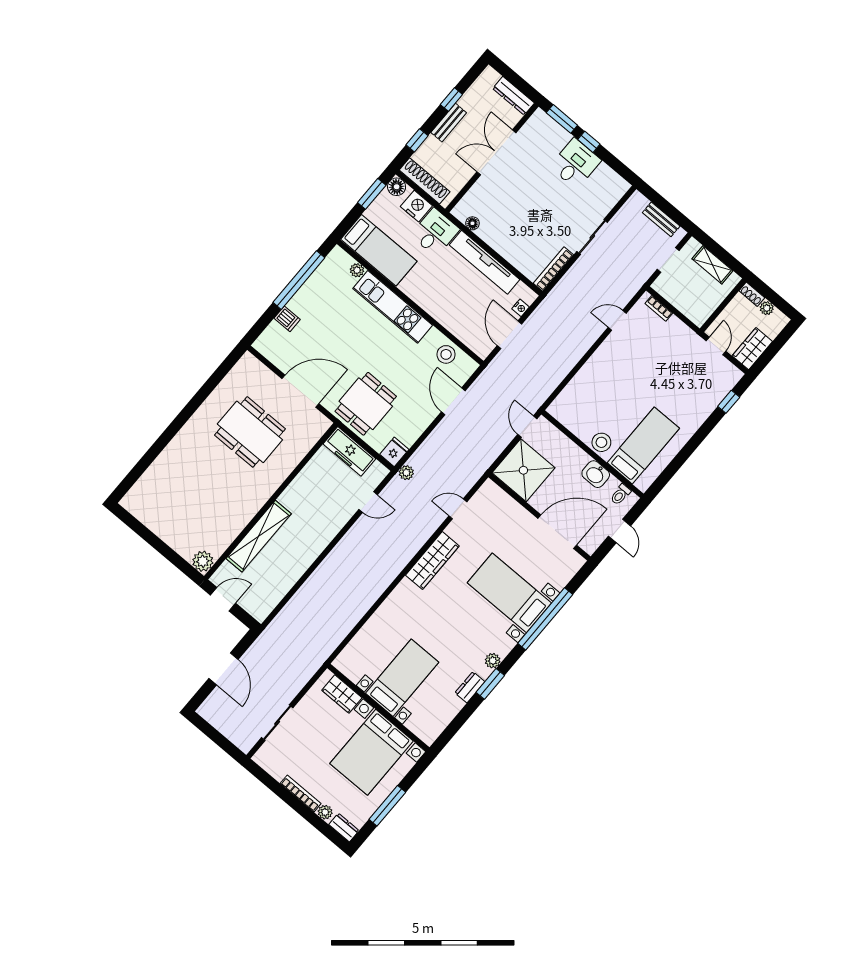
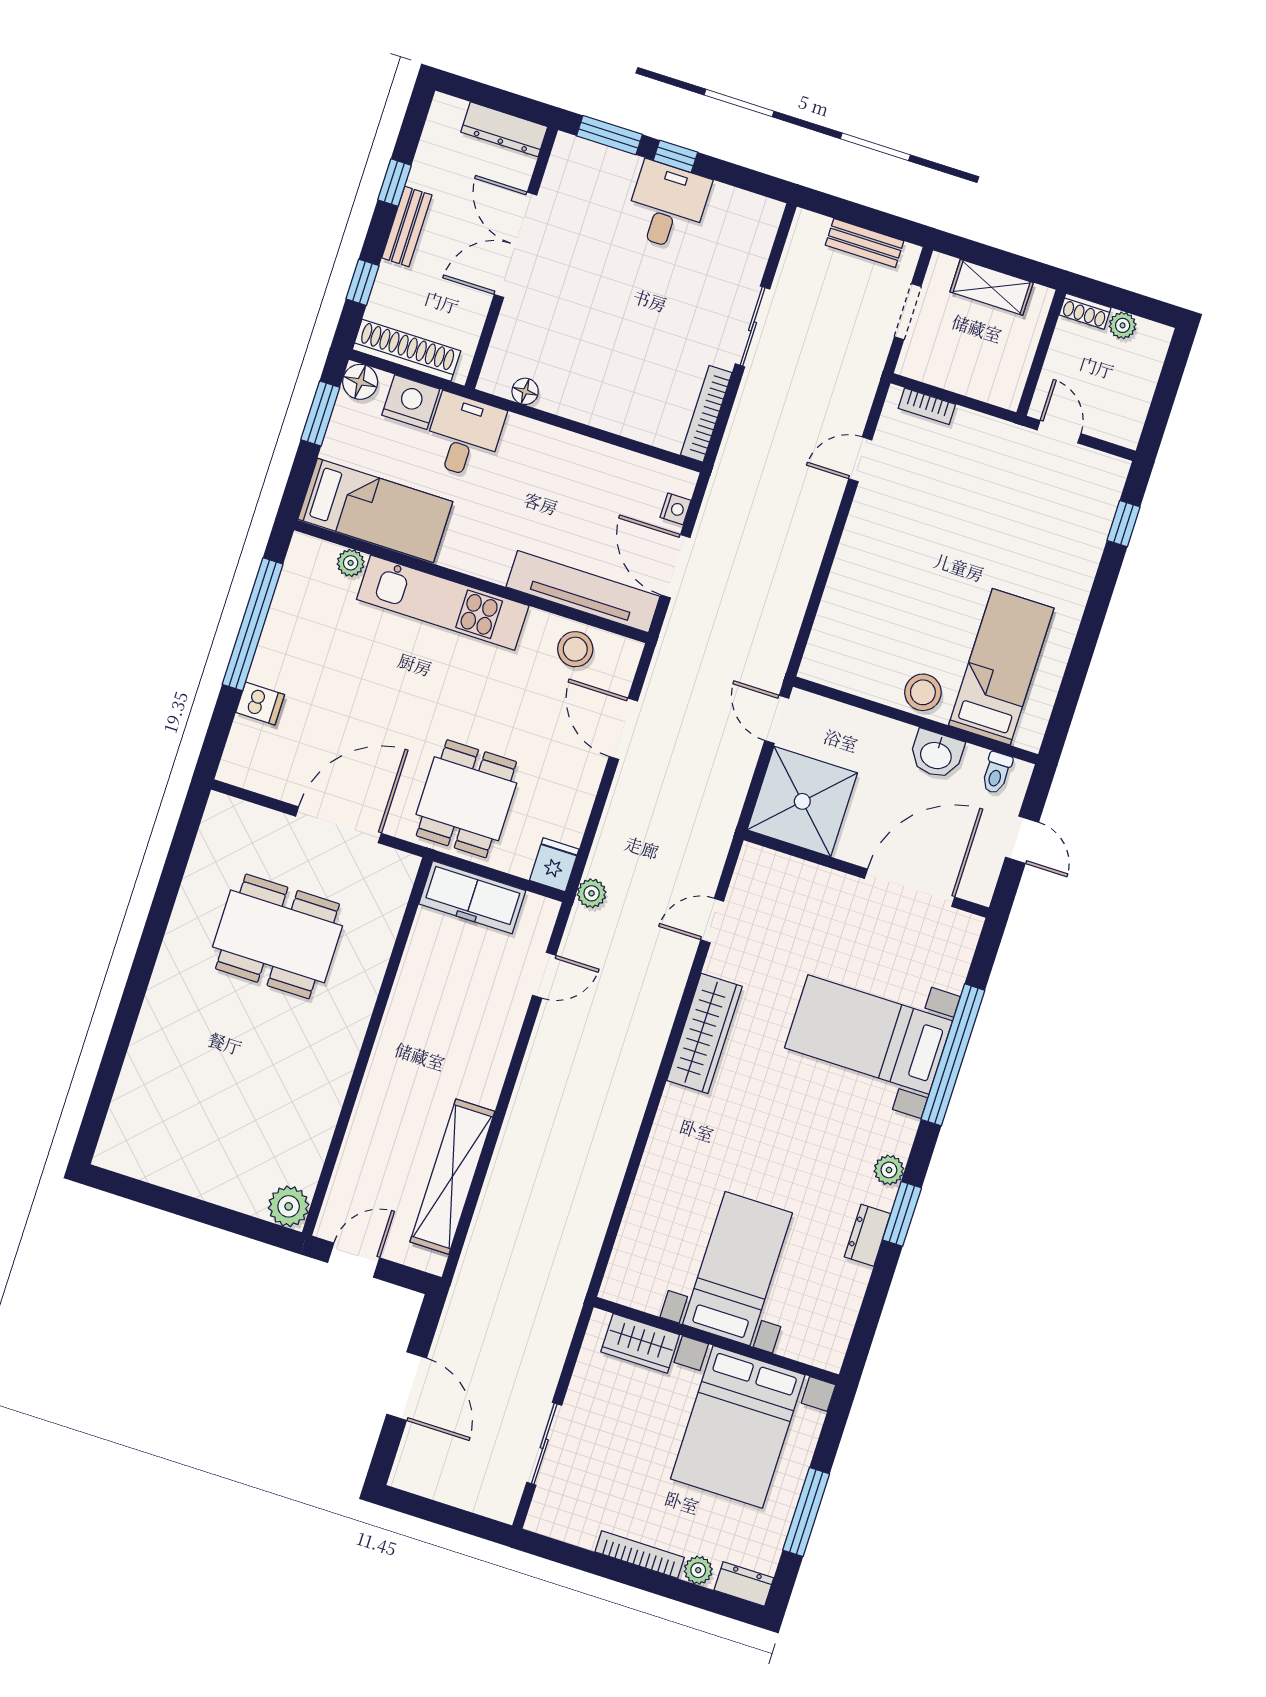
tv unit: (485, 262) -> (583, 592), moved, turned 180
wardrobe: (752, 349) -> (1127, 409), removed
shelving: (259, 536) -> (452, 1177), moved

